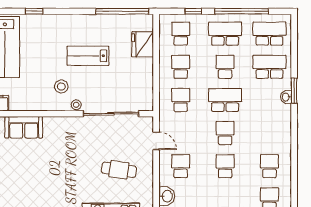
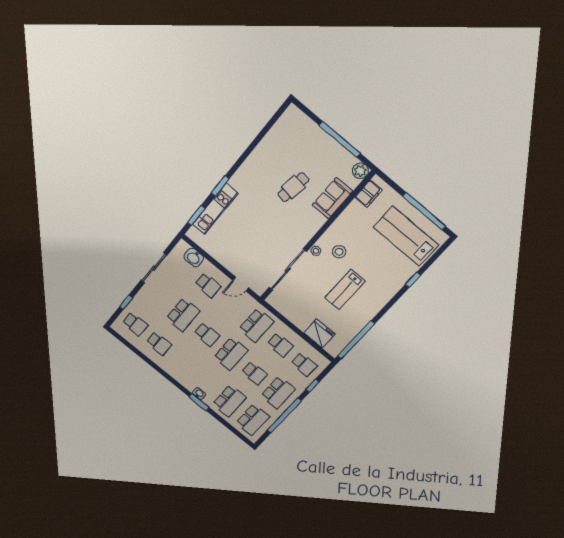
lab bench: (88, 56) -> (345, 290), turned 180
school desk: (181, 100) -> (256, 325), width x1.85
school desk: (225, 166) -> (183, 315), width x1.85
cafe table: (119, 170) -> (293, 187), moved

